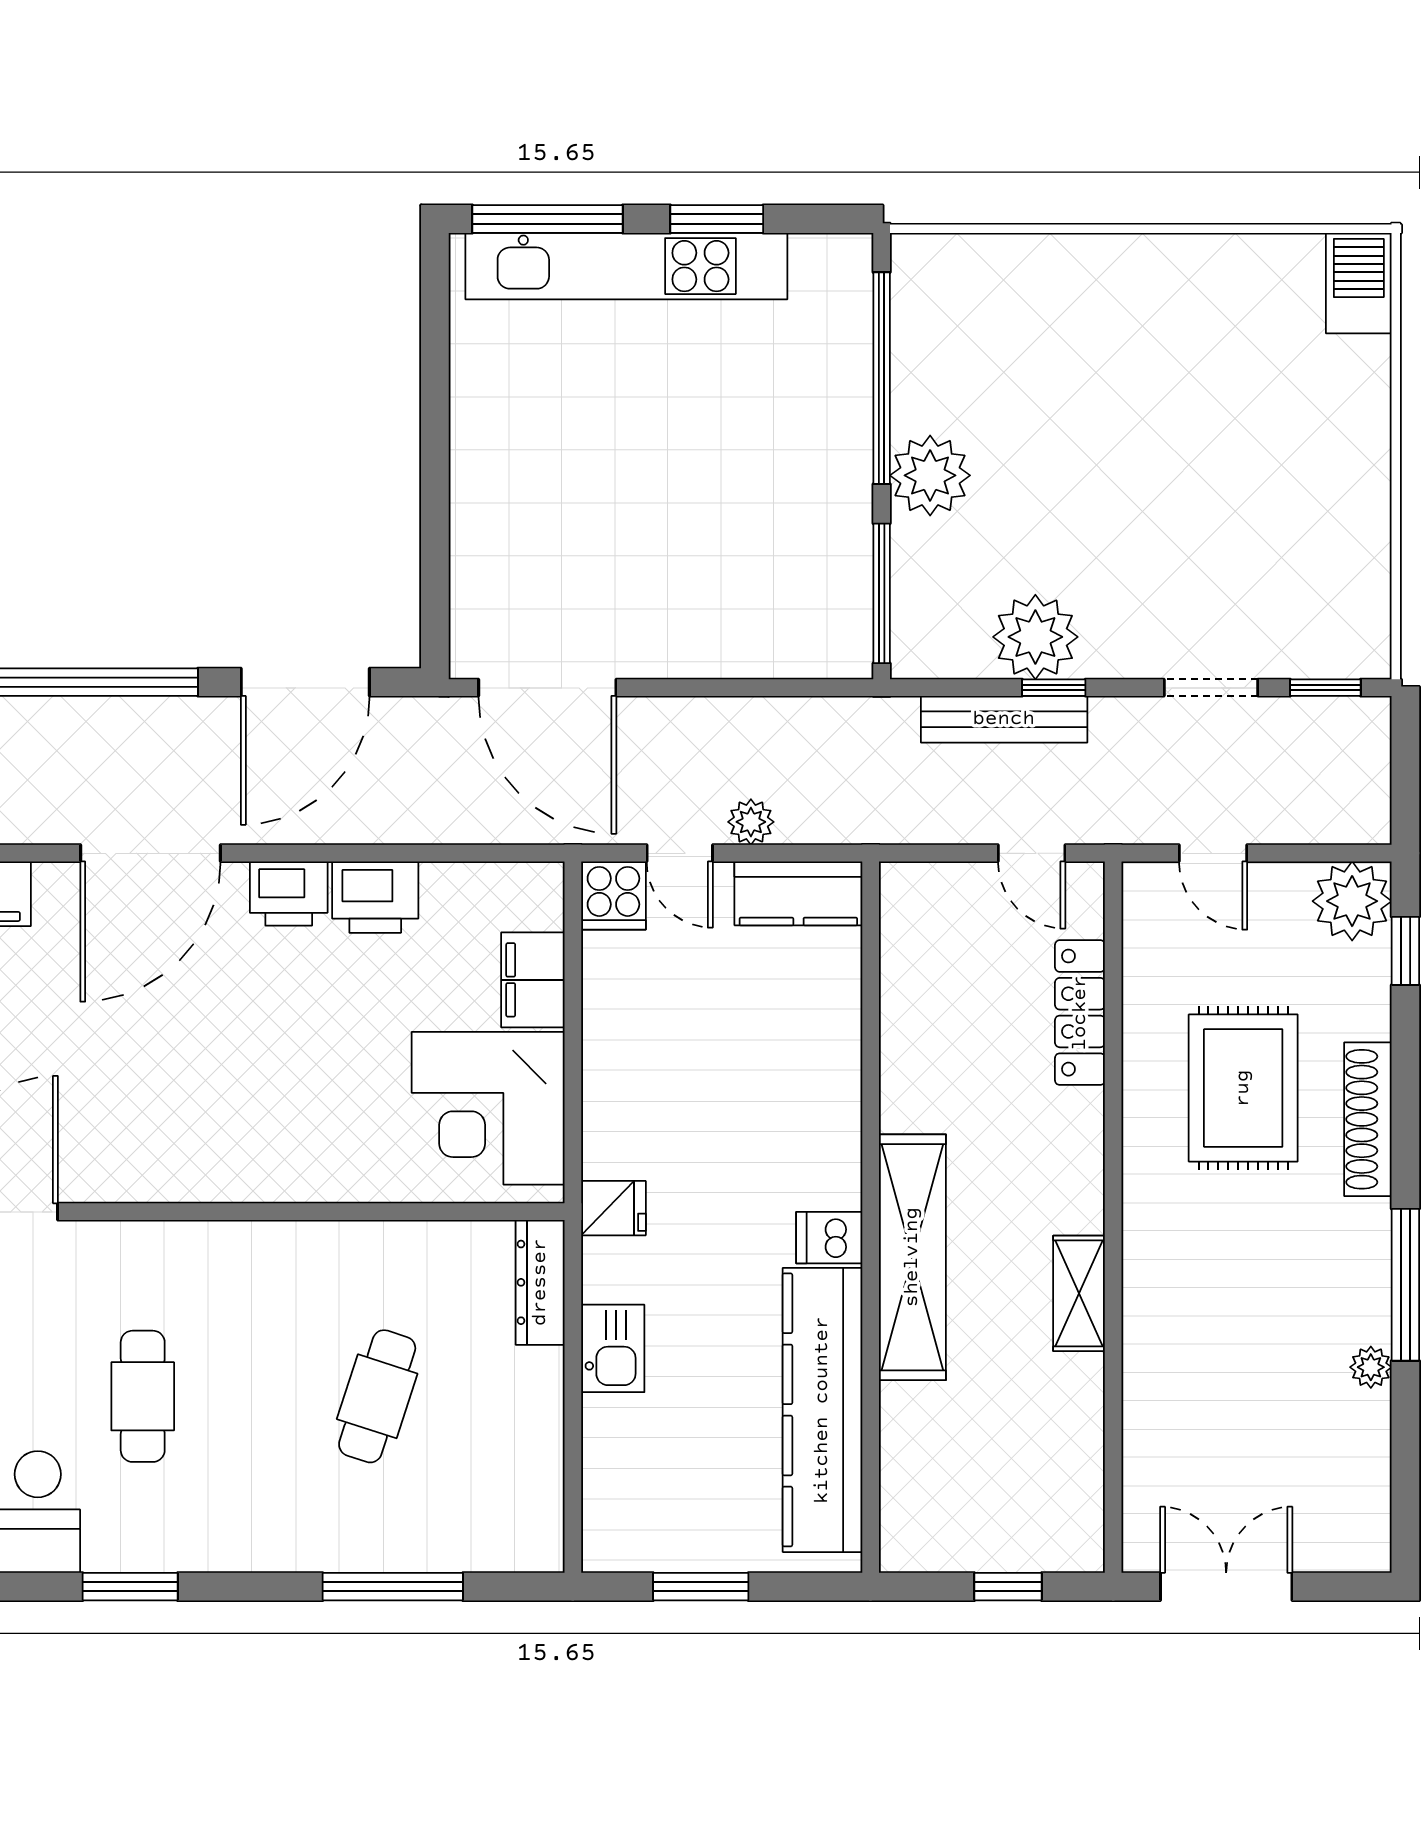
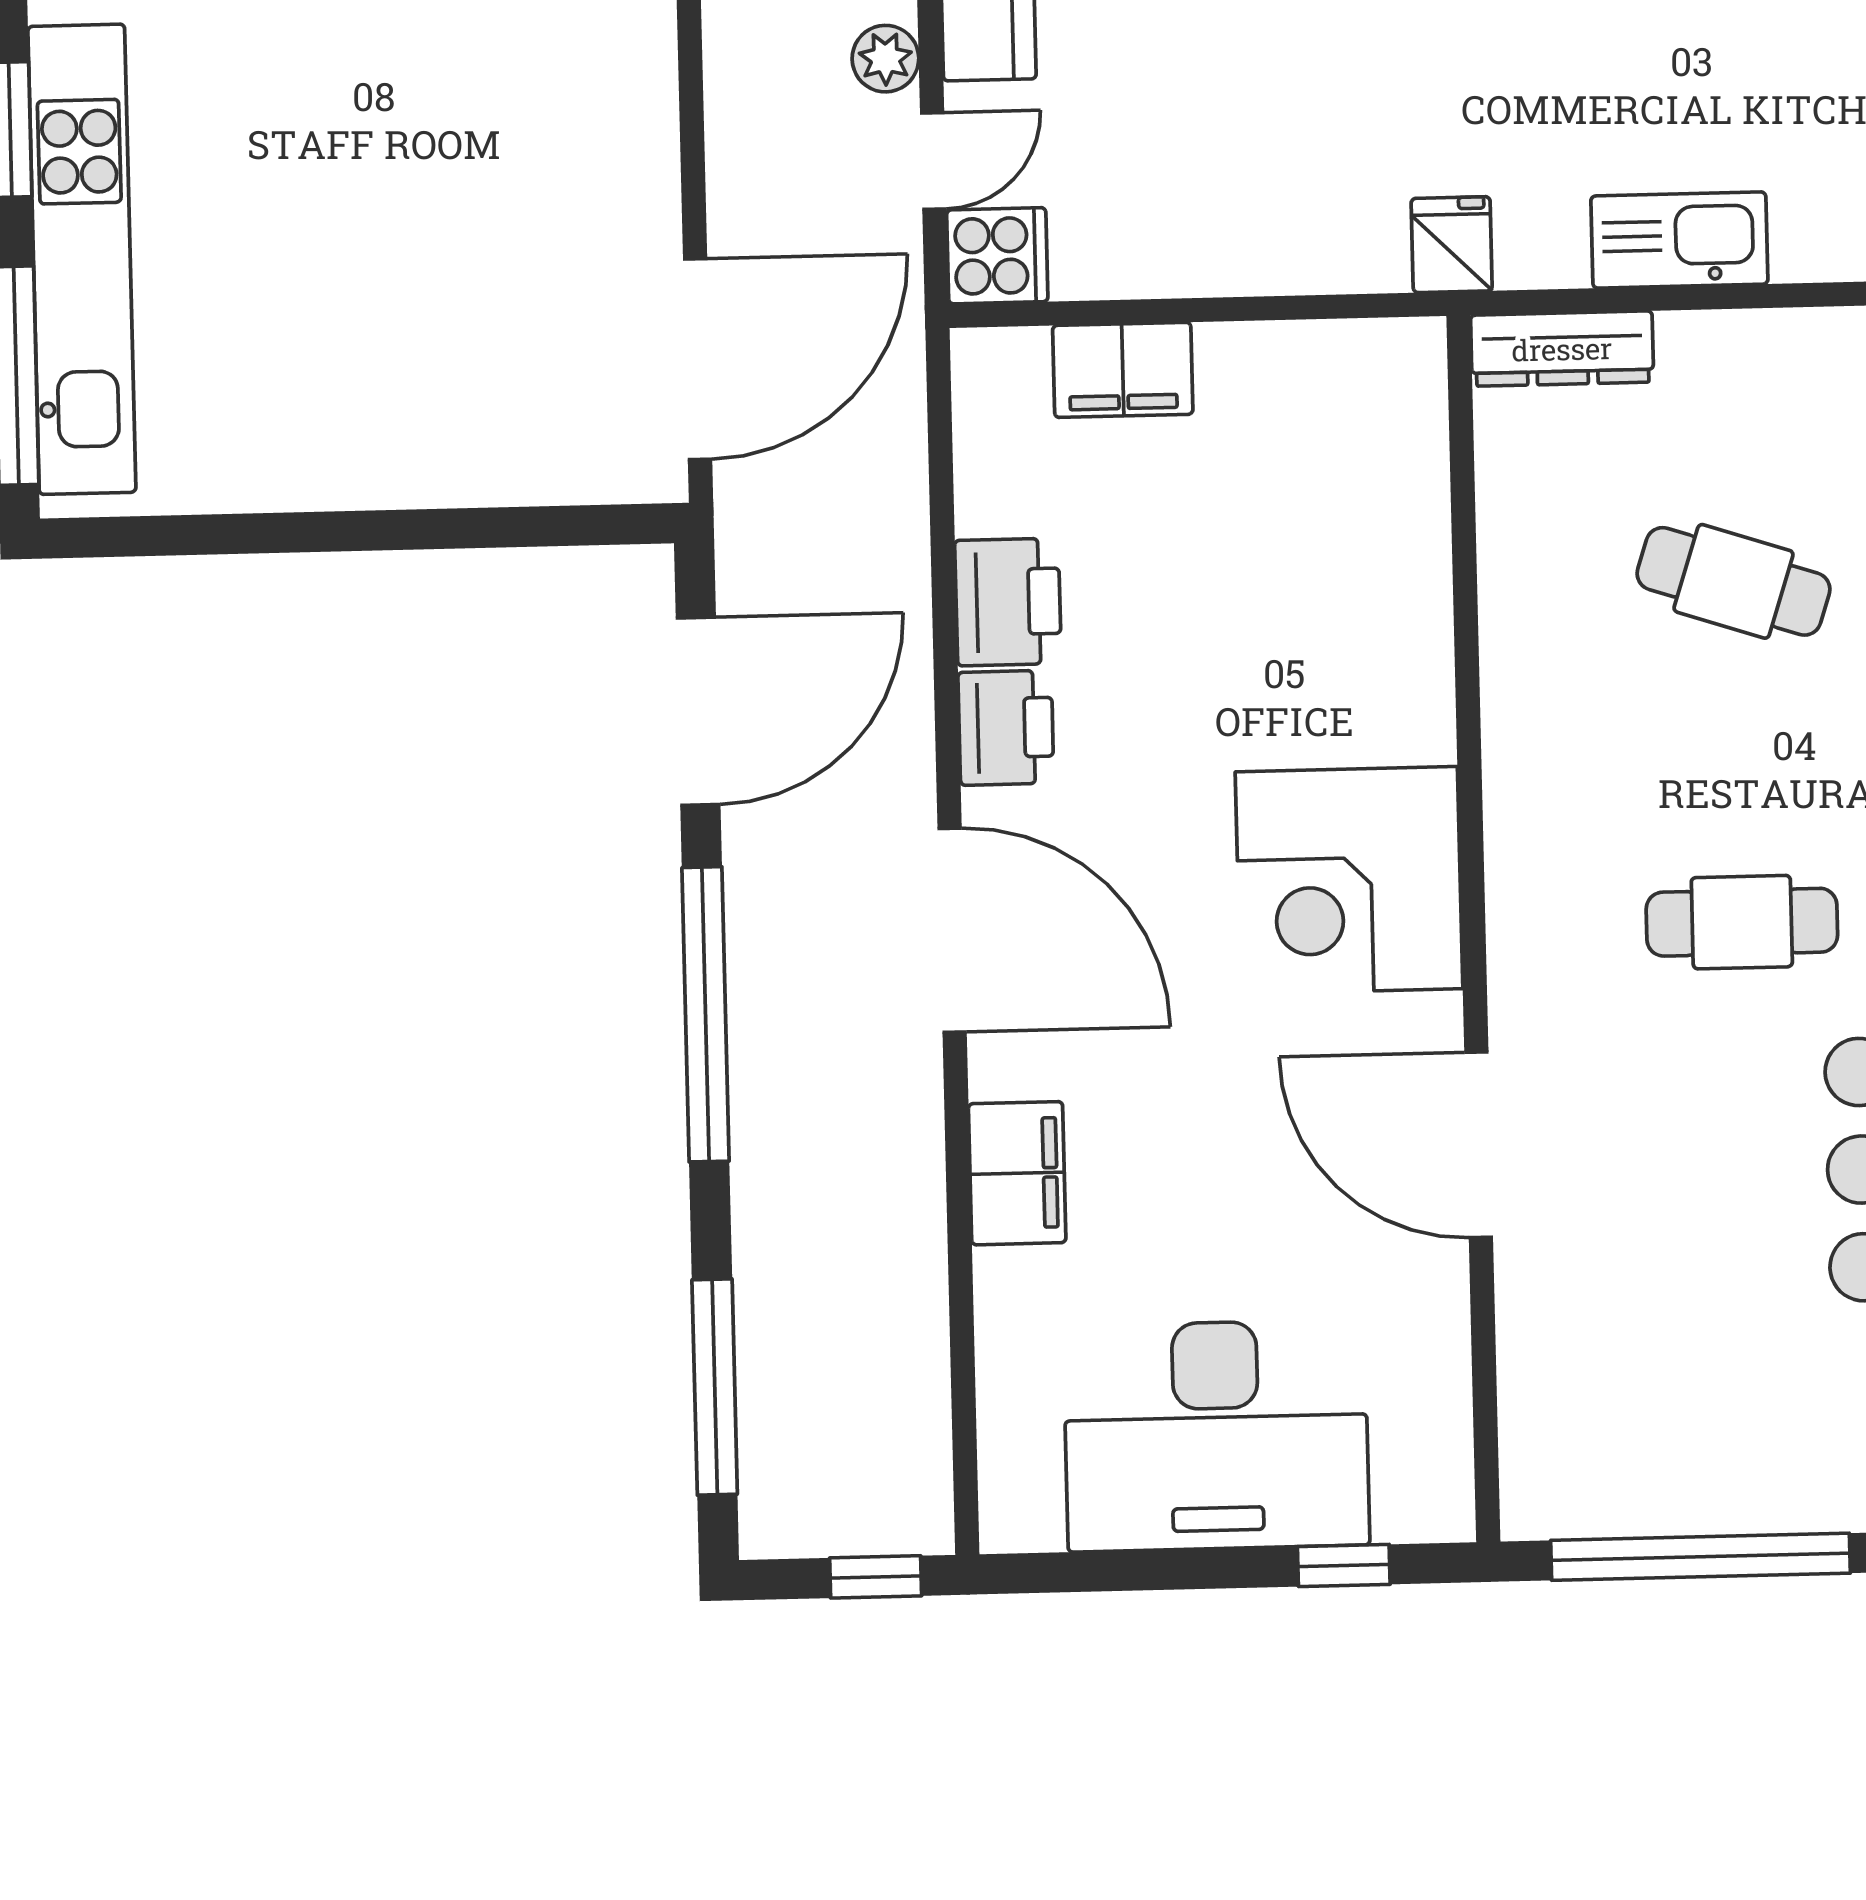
door: (305, 682) -> (698, 711), hinge flipped
corner desk: (488, 1108) -> (1349, 880), moved, turned 90
kitchen sink: (613, 1348) -> (1679, 240), width x1.38

